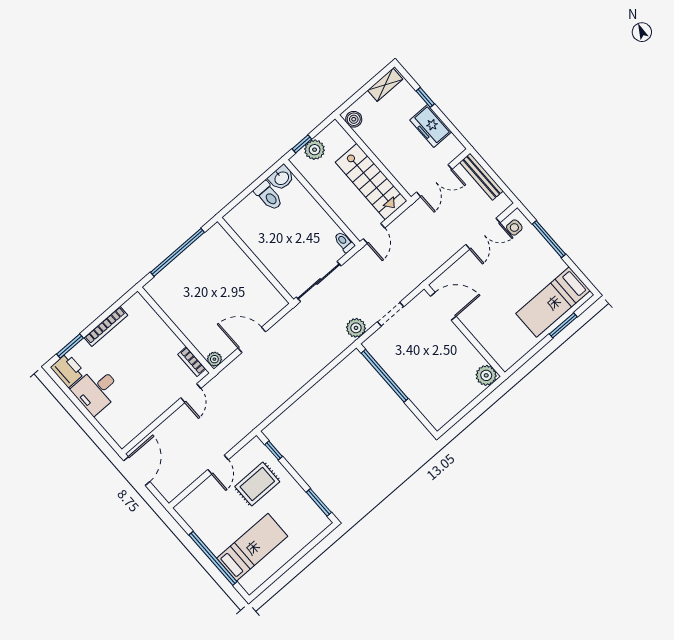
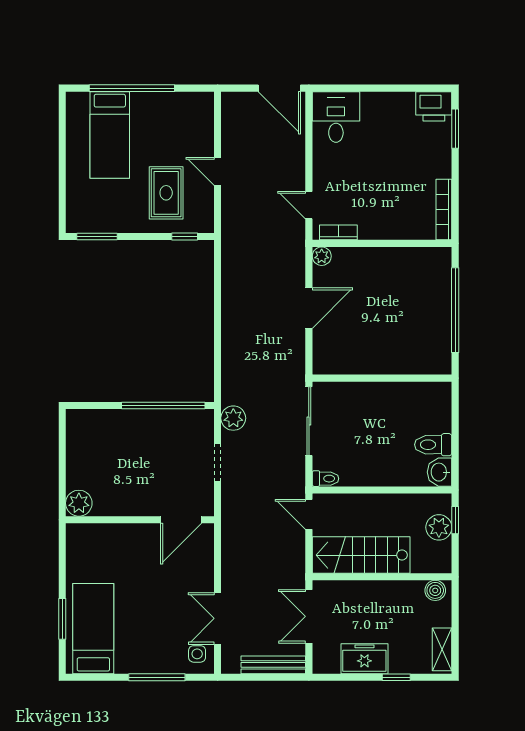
bookcase: (106, 326) -> (444, 210), moved
desk: (96, 390) -> (336, 117), moved

